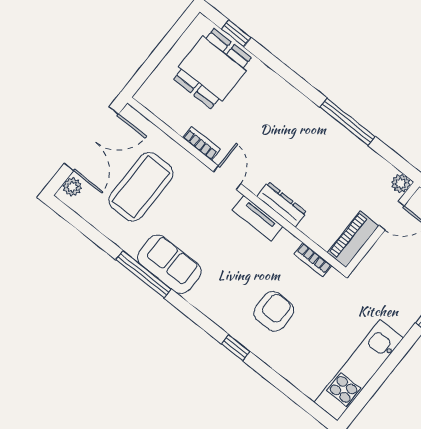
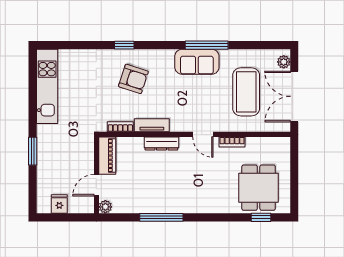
tv unit: (257, 218) -> (152, 125), moved
armchair: (274, 311) -> (133, 79), moved, turned -72

